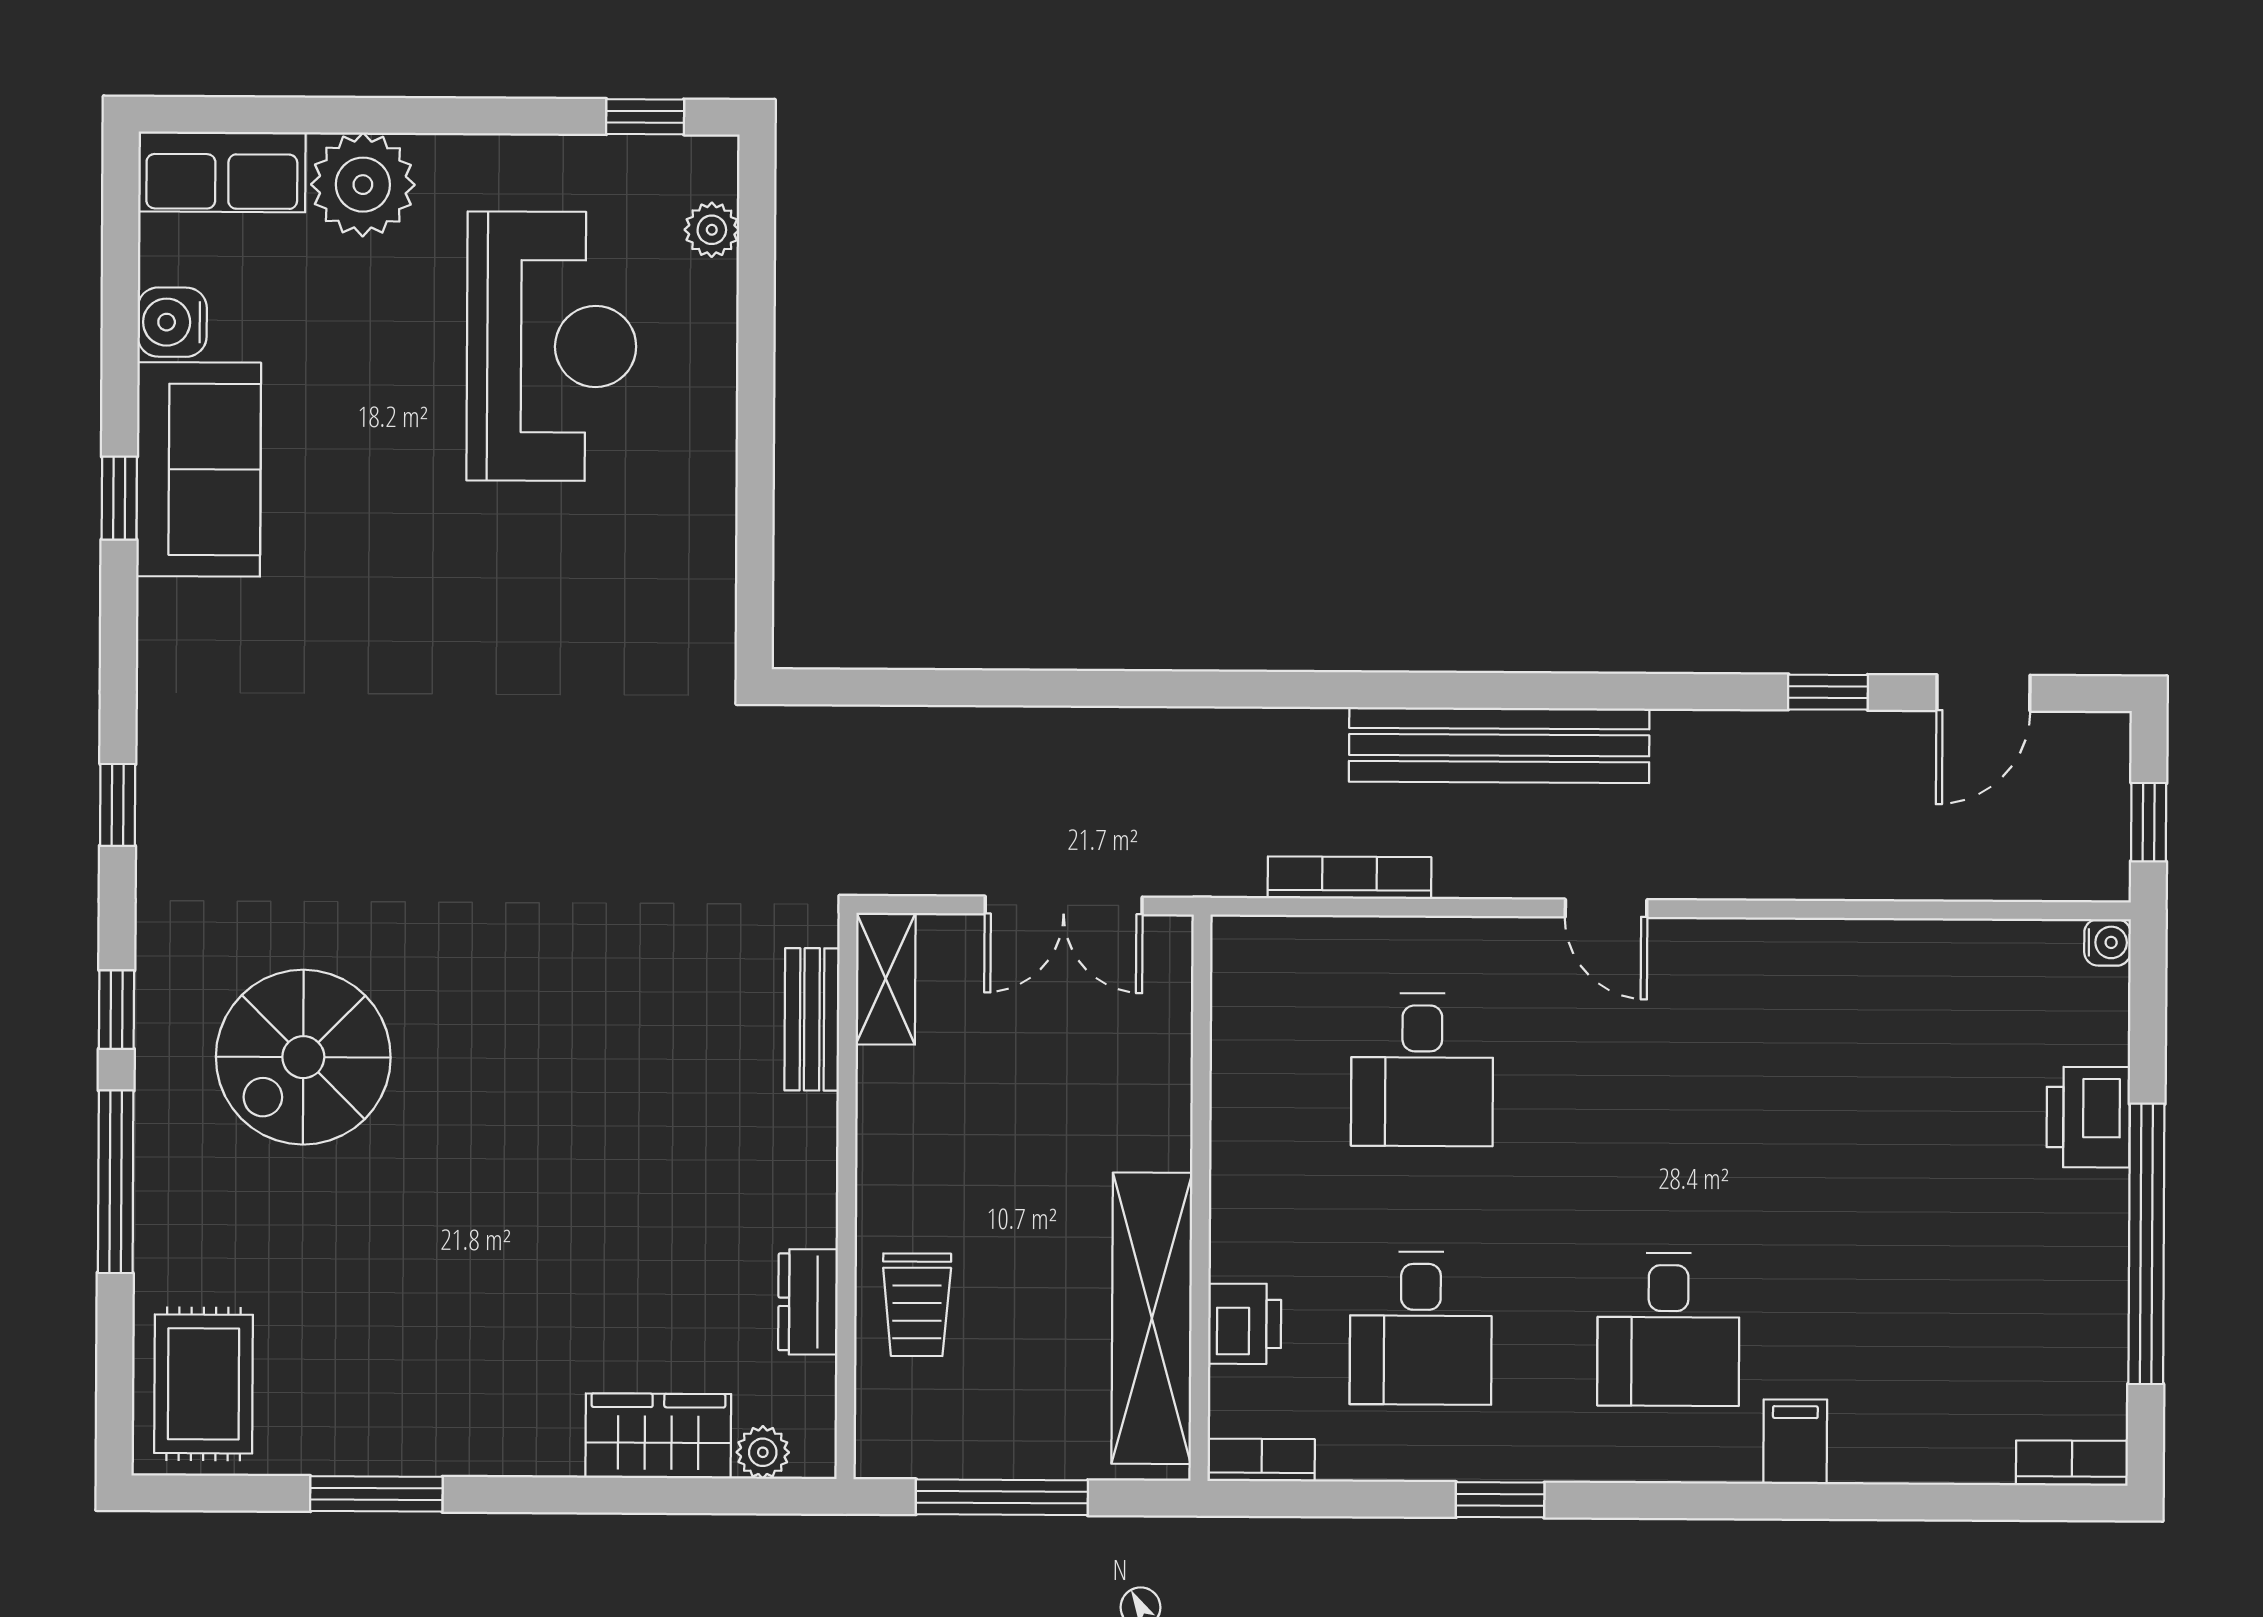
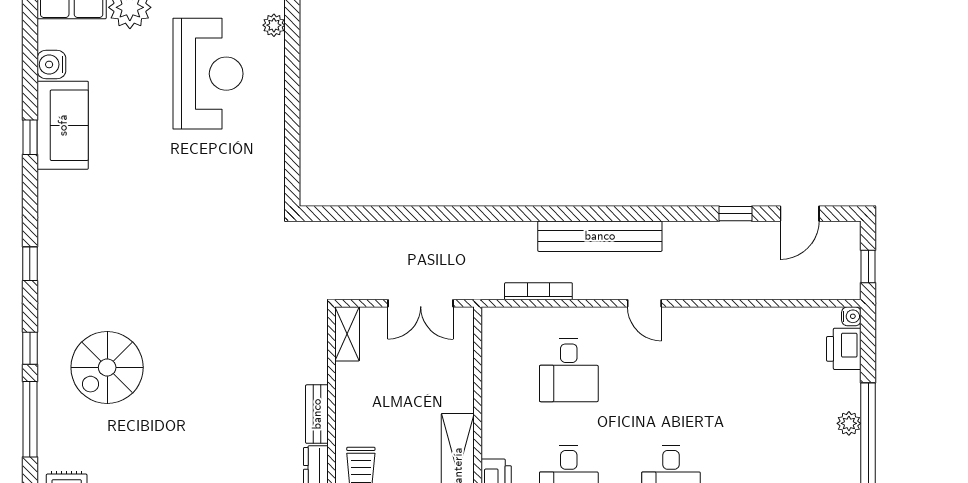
bench: (812, 1019) -> (317, 414), moved
printer: (2088, 1117) -> (844, 349), moved
plant: (2100, 1202) -> (849, 423), added

